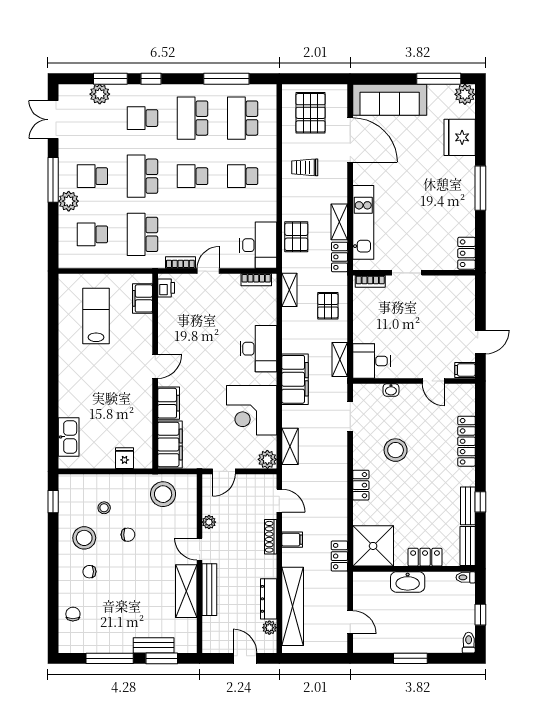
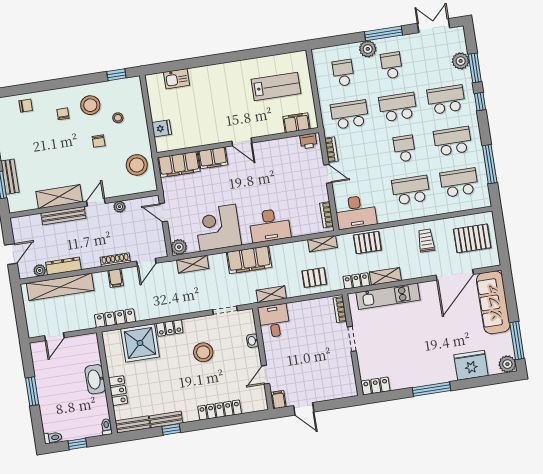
school desk: (142, 118) -> (446, 100), width x1.85
school desk: (243, 176) -> (411, 190), width x1.85
kitchen sink: (69, 437) -> (176, 79), width x0.73
shower: (373, 546) -> (140, 343), moved
locker: (339, 556) -> (115, 318), width x1.53

